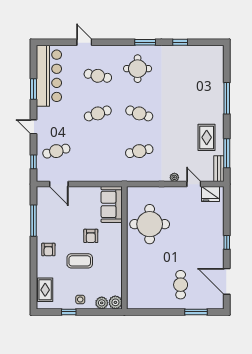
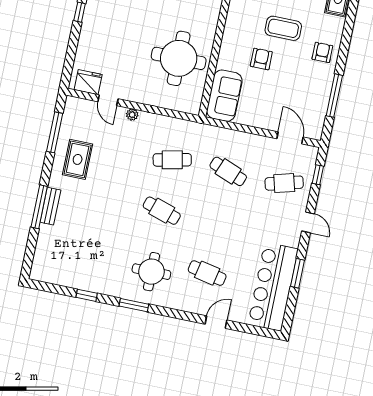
door: (84, 42) -> (216, 322), swing flipped
cafe table: (98, 113) -> (228, 171), moved, turned 39
bench: (219, 169) -> (50, 206), moved

